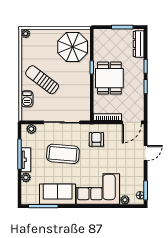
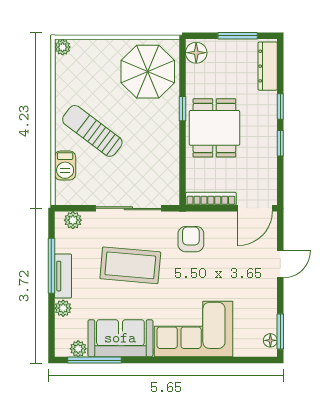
floor lamp: (99, 37) -> (196, 53), added
plant: (125, 200) -> (78, 349), moved

